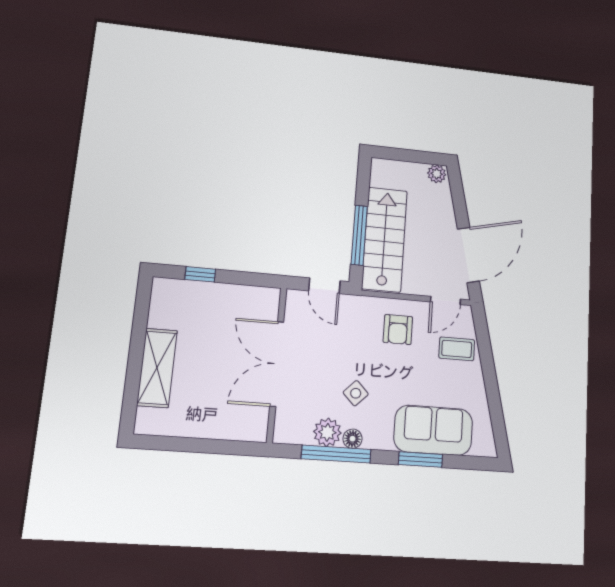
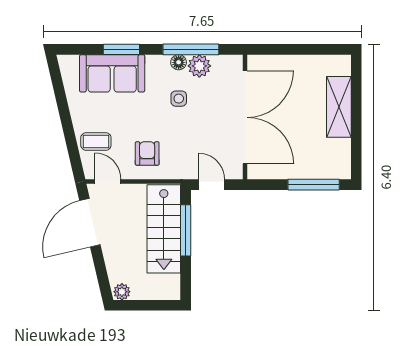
window: (200, 274) -> (314, 185), width x2.17
door: (446, 300) -> (108, 181), hinge flipped
double door: (277, 364) -> (245, 117), width x1.36
side table: (356, 393) -> (179, 99), turned 45

